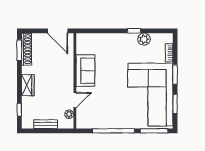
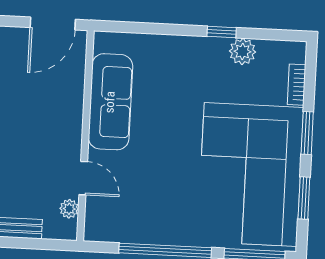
door: (58, 31) -> (53, 23), hinge flipped
sofa: (85, 71) -> (110, 102), width x1.36
door: (75, 100) -> (83, 178), hinge flipped

